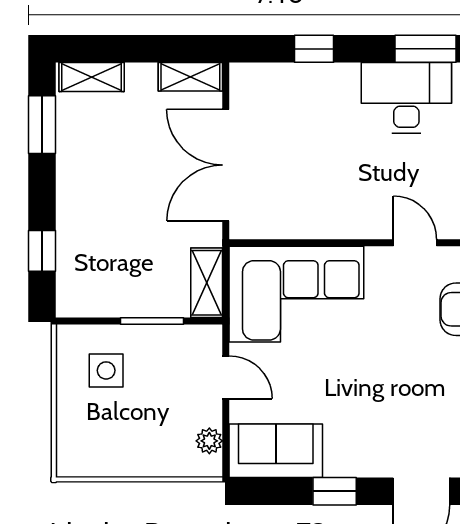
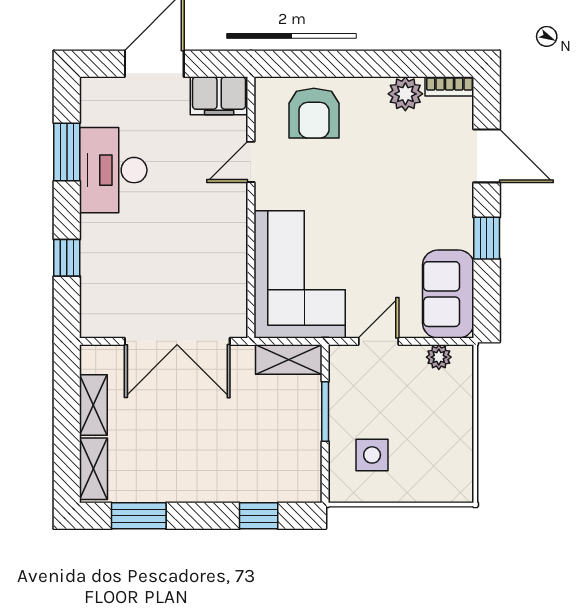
shelving: (190, 77) -> (93, 405), moved

